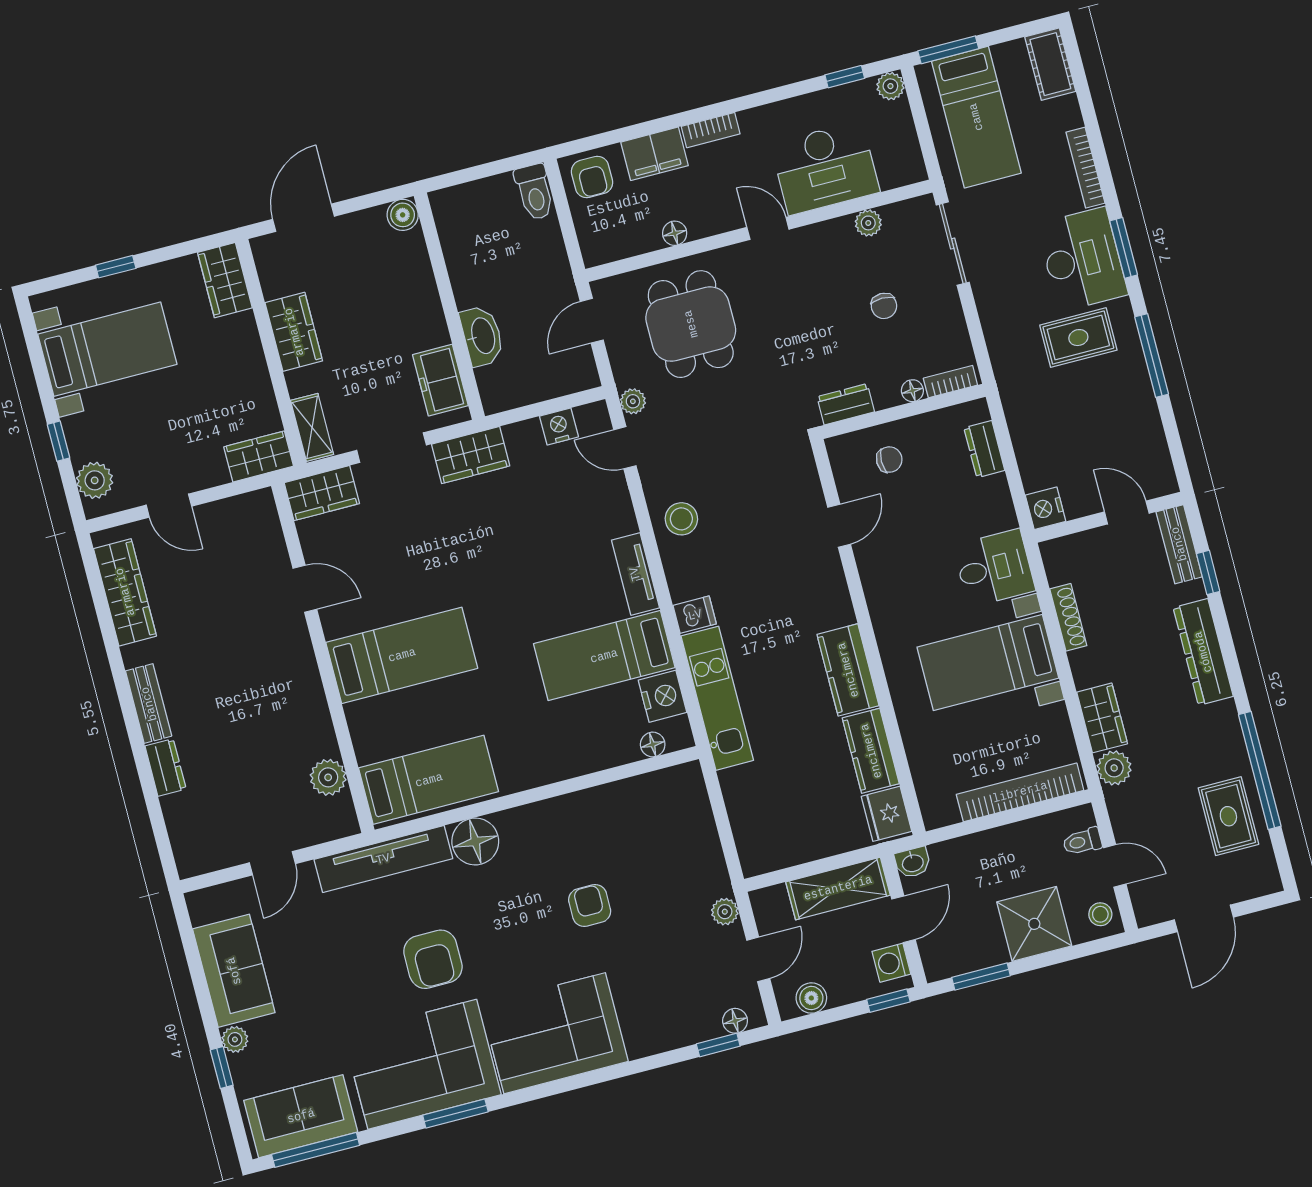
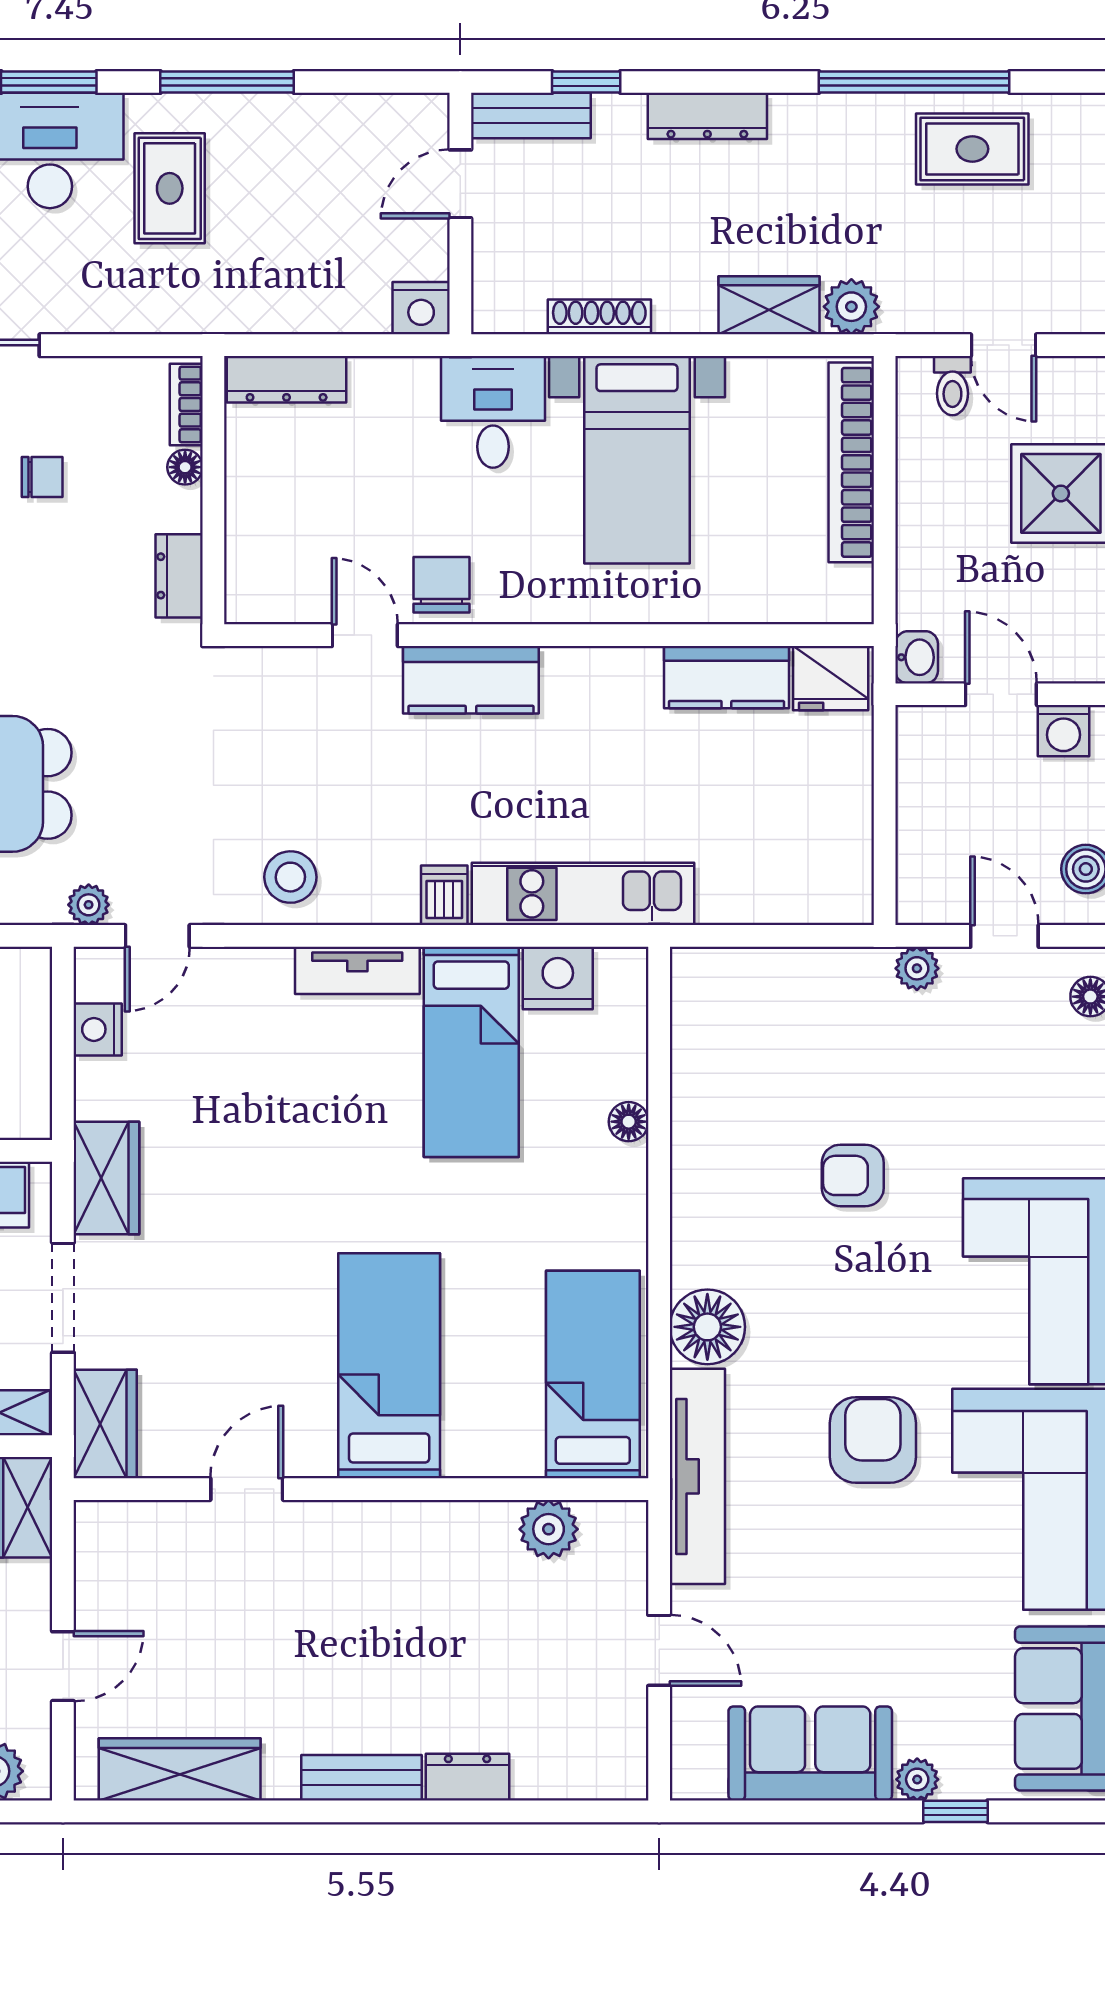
dresser: (984, 449) -> (287, 379), width x1.44
chair: (889, 460) -> (441, 585), moved, width x1.37, depth x1.37
dresser: (1203, 652) -> (707, 116), width x0.73, depth x0.80
kitchen counter: (848, 670) -> (471, 680), moved
floor lamp: (653, 744) -> (629, 1122), moved
door: (1115, 866) -> (1004, 345), swing flipped
shelving: (838, 888) -> (927, 783), removed
stool: (1100, 914) -> (1073, 387), removed
armchair: (433, 959) -> (873, 1440), turned -90

